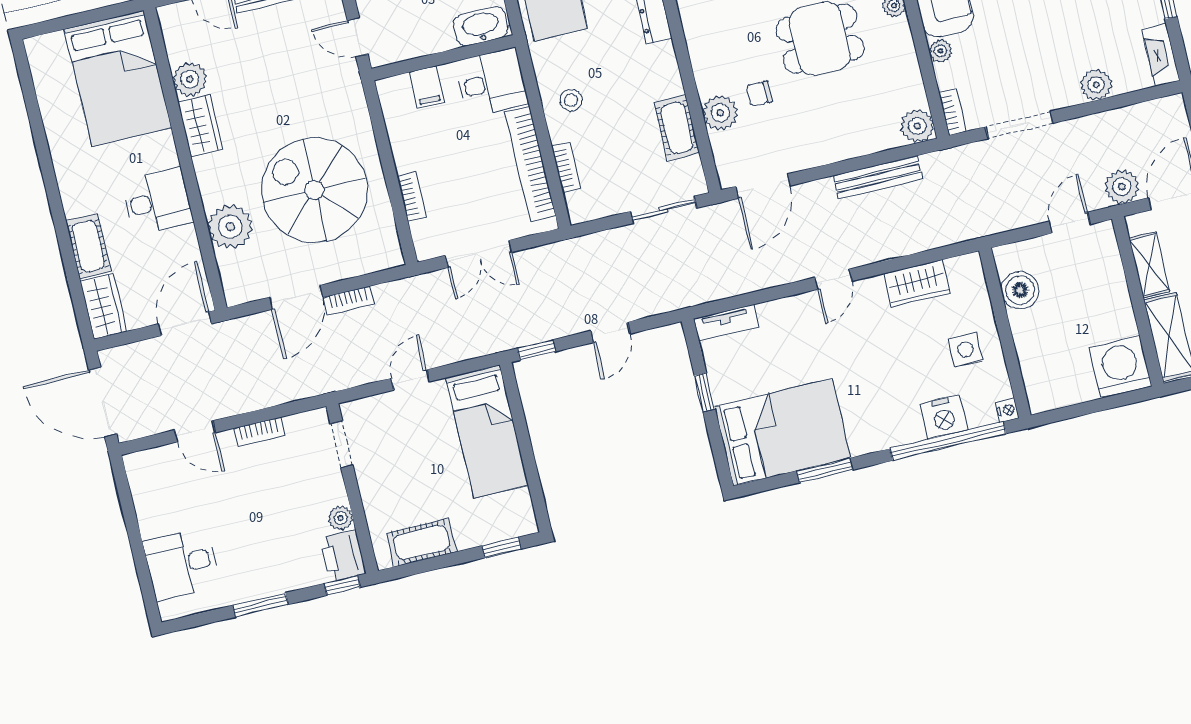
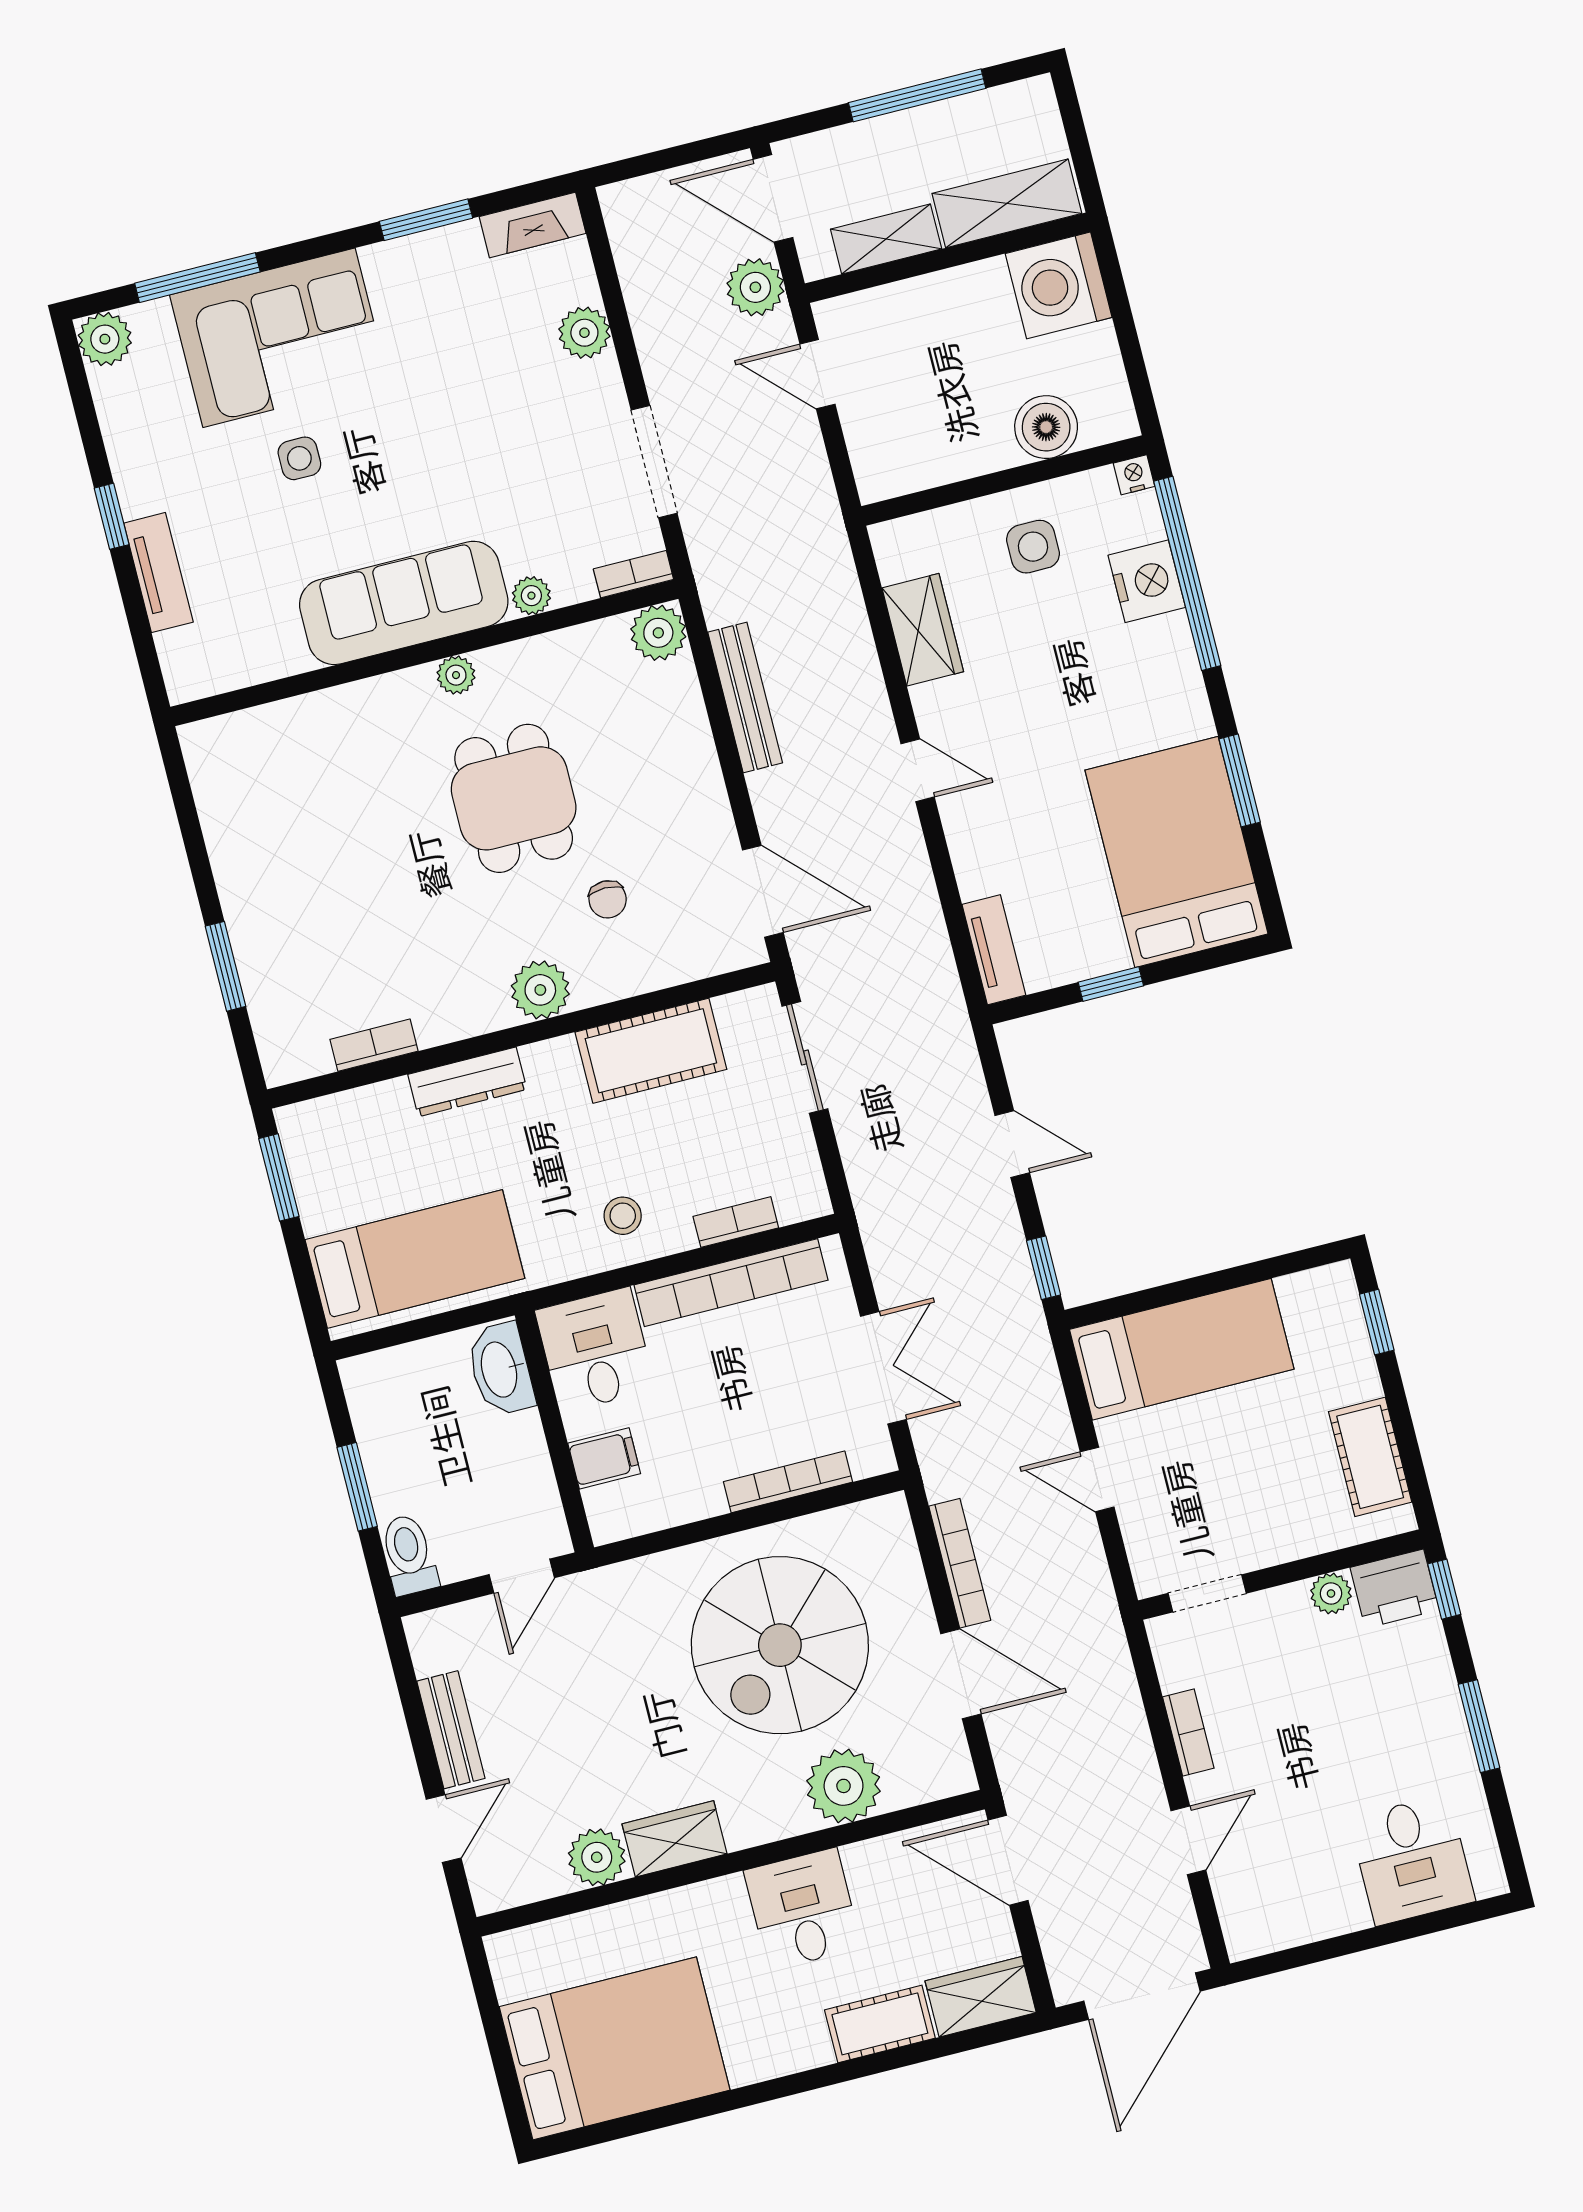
bed: (118, 78) -> (615, 2048), moved
plant: (720, 113) -> (540, 990), moved
cot: (677, 128) -> (651, 1051), width x1.37, depth x1.34
bookcase: (411, 196) -> (788, 1482), width x1.56
boiler: (1020, 290) -> (1046, 427), moved
bookcase: (348, 301) -> (960, 1563), width x1.56

